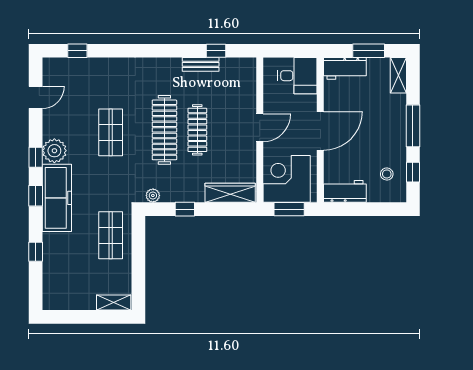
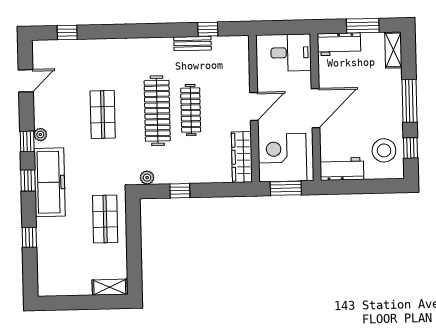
plant: (54, 151) -> (40, 135), width x0.53, depth x0.53
stool: (387, 174) -> (384, 150), width x1.89, depth x1.89
wardrobe: (230, 193) -> (242, 157), moved, turned -90

